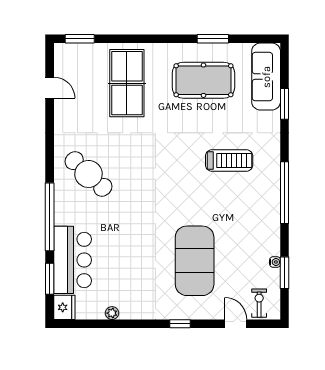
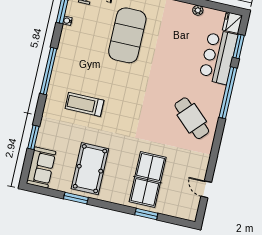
window: (80, 39) -> (146, 214), moved
sofa: (266, 77) -> (41, 167), width x0.73
pool table: (203, 80) -> (90, 169), turned 90

